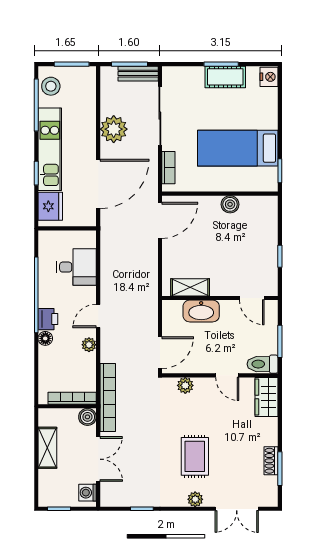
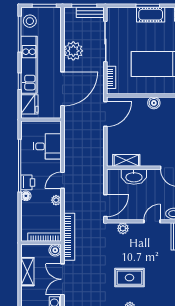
door: (227, 375) -> (152, 221), swing flipped
rug: (195, 456) -> (130, 278), turned 90
double door: (98, 459) -> (63, 279), swing flipped

